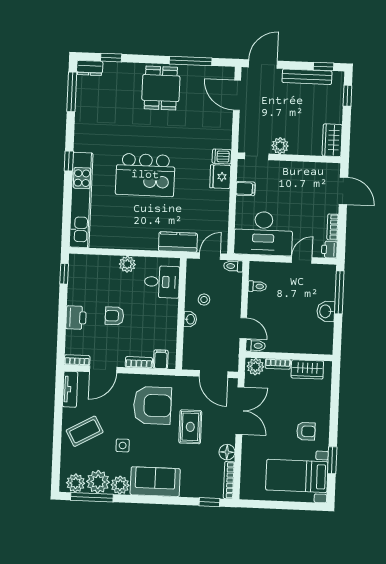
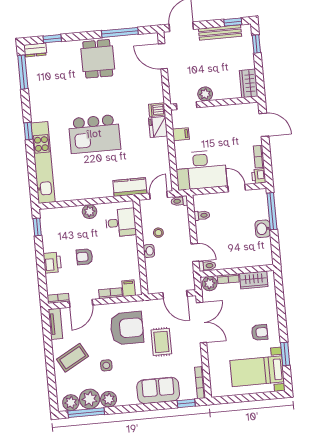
door: (302, 260) -> (237, 188), hinge flipped
floor lamp: (227, 452) -> (195, 359), removed
sofa: (155, 482) -> (158, 390), moved

